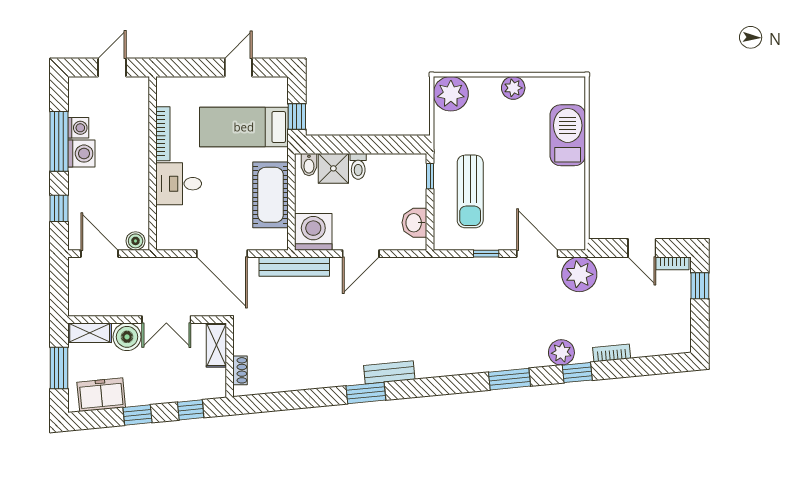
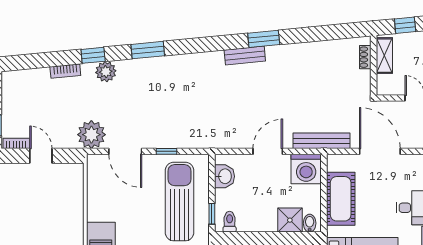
toilet: (358, 166) -> (230, 222), moved
sun lounger: (470, 191) -> (180, 202), width x1.36, depth x1.34
shelving: (216, 345) -> (384, 56), moved

